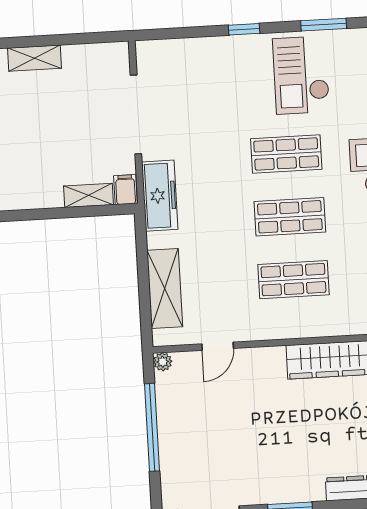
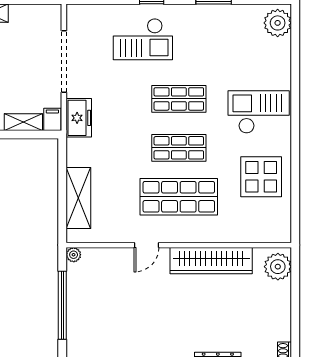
checkout: (301, 75) -> (143, 39), moved, turned -90
freezer: (160, 196) -> (79, 118), width x0.71
shop shelf: (293, 280) -> (179, 197), width x1.43, depth x1.36
door: (218, 346) -> (146, 245), moved

